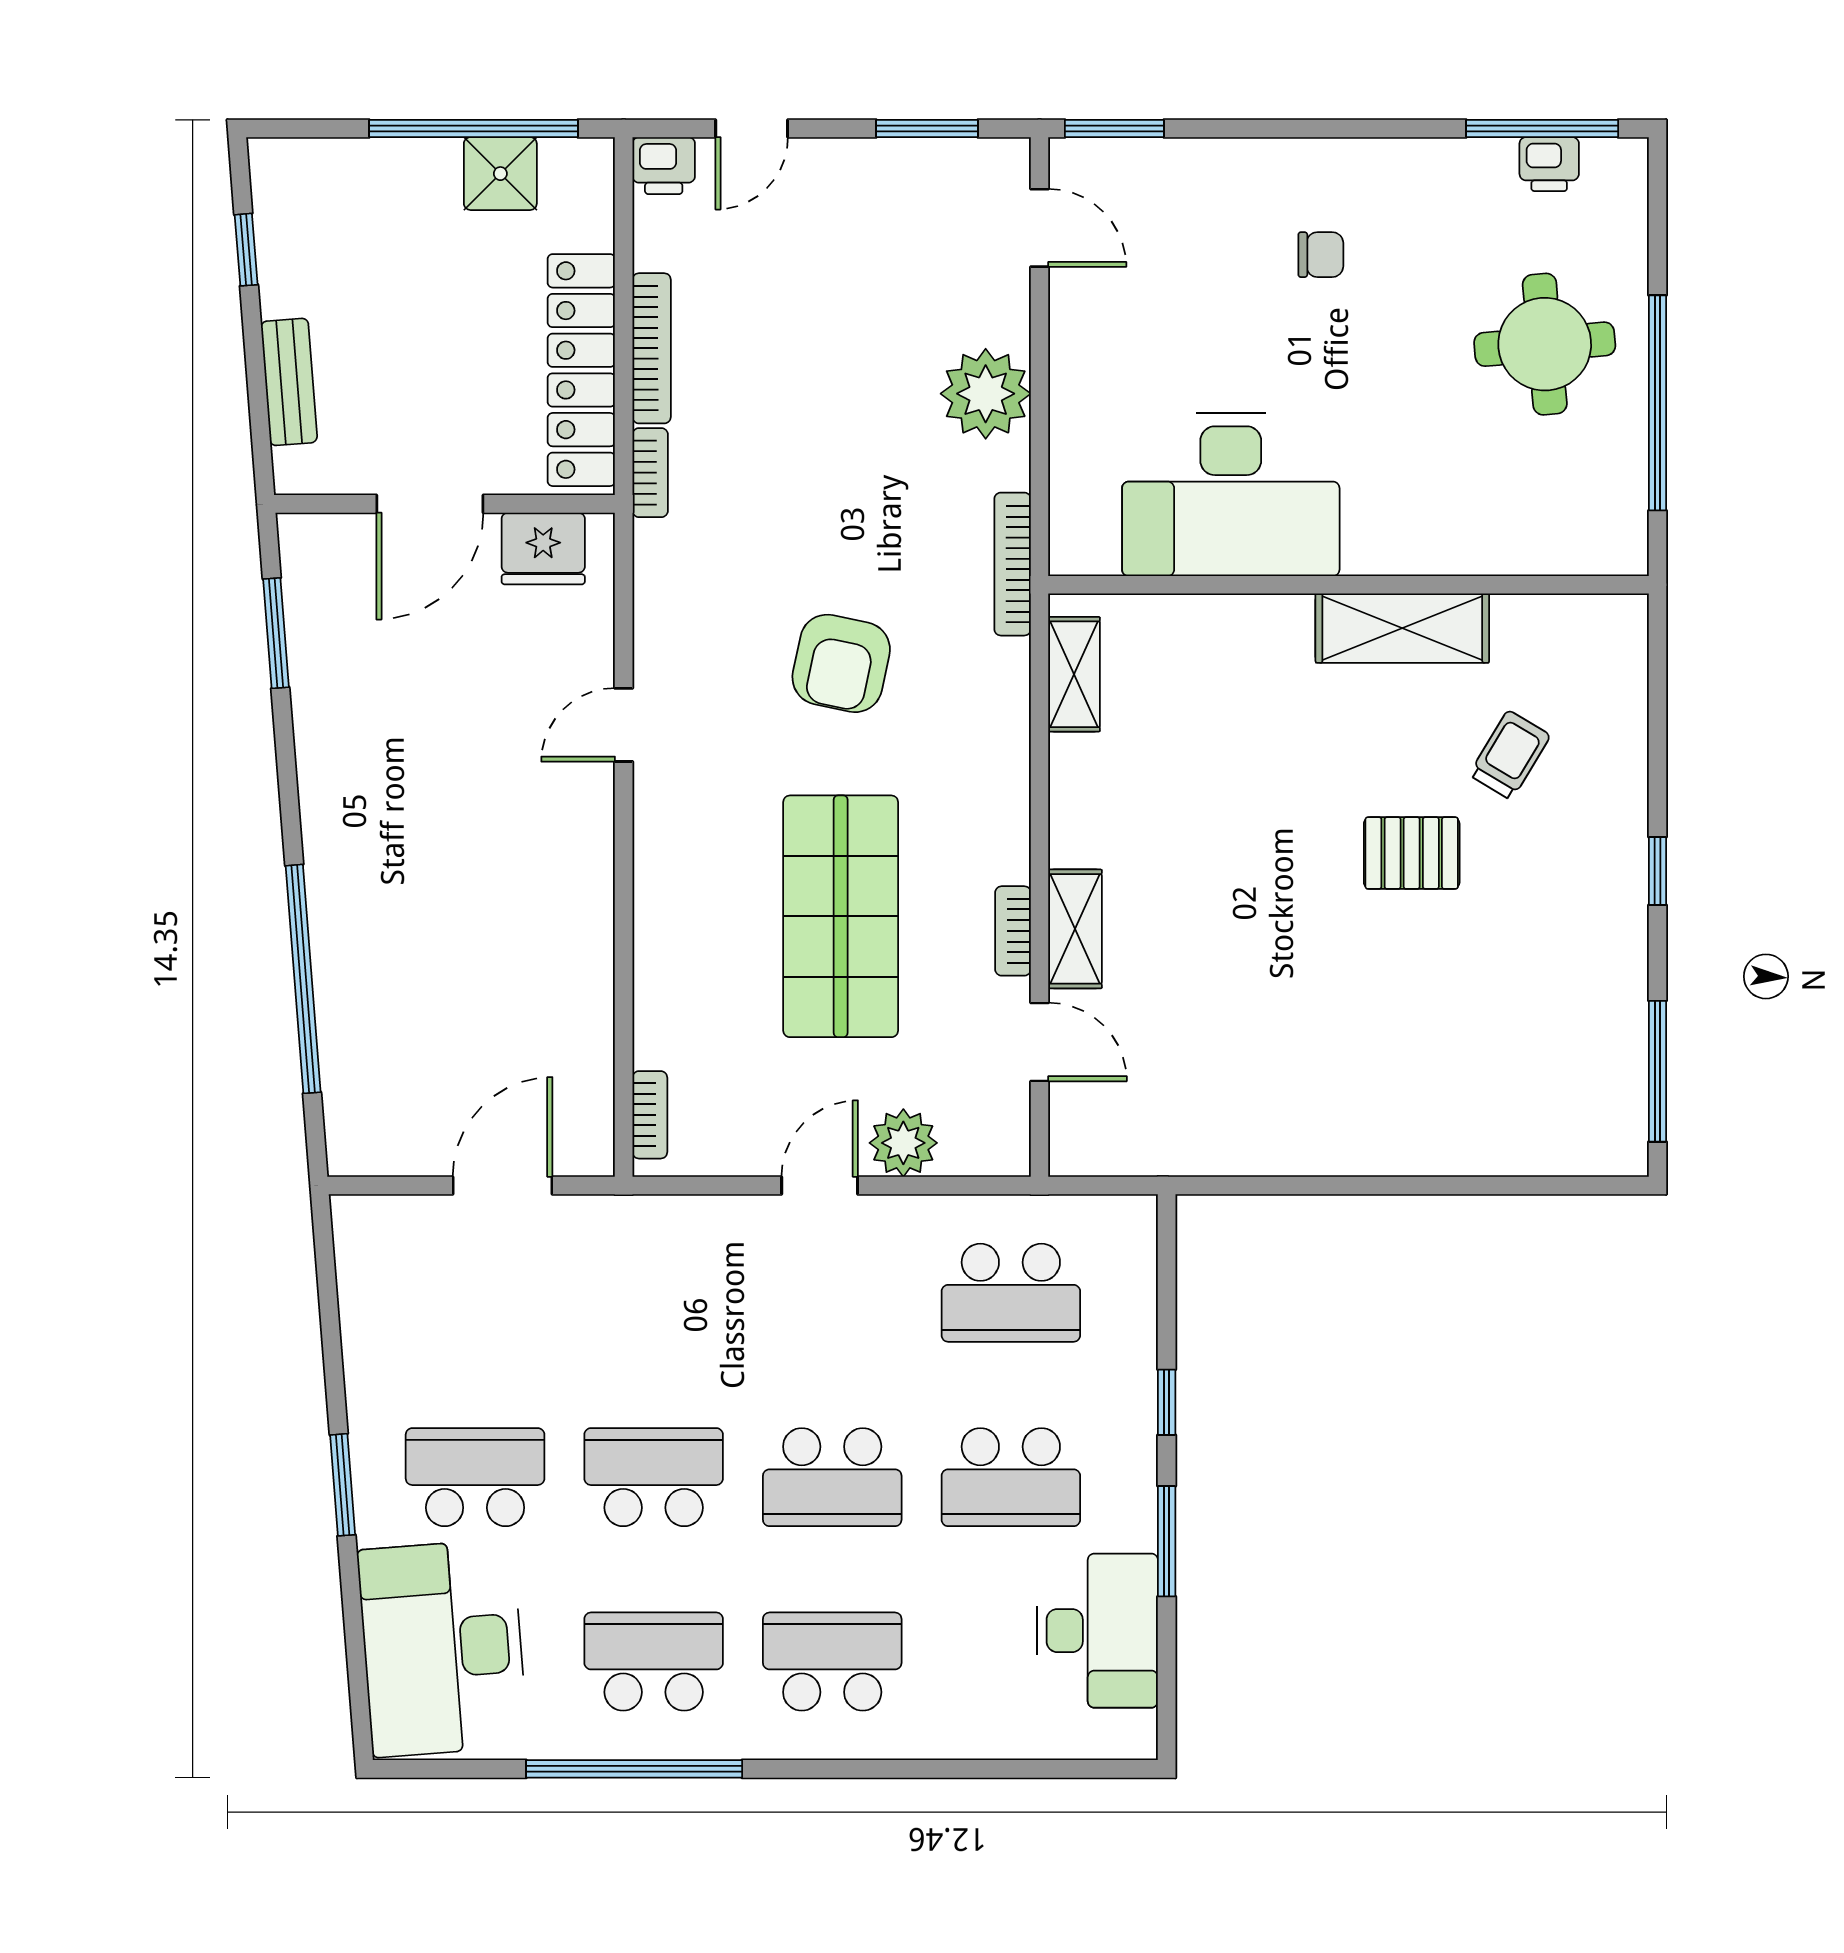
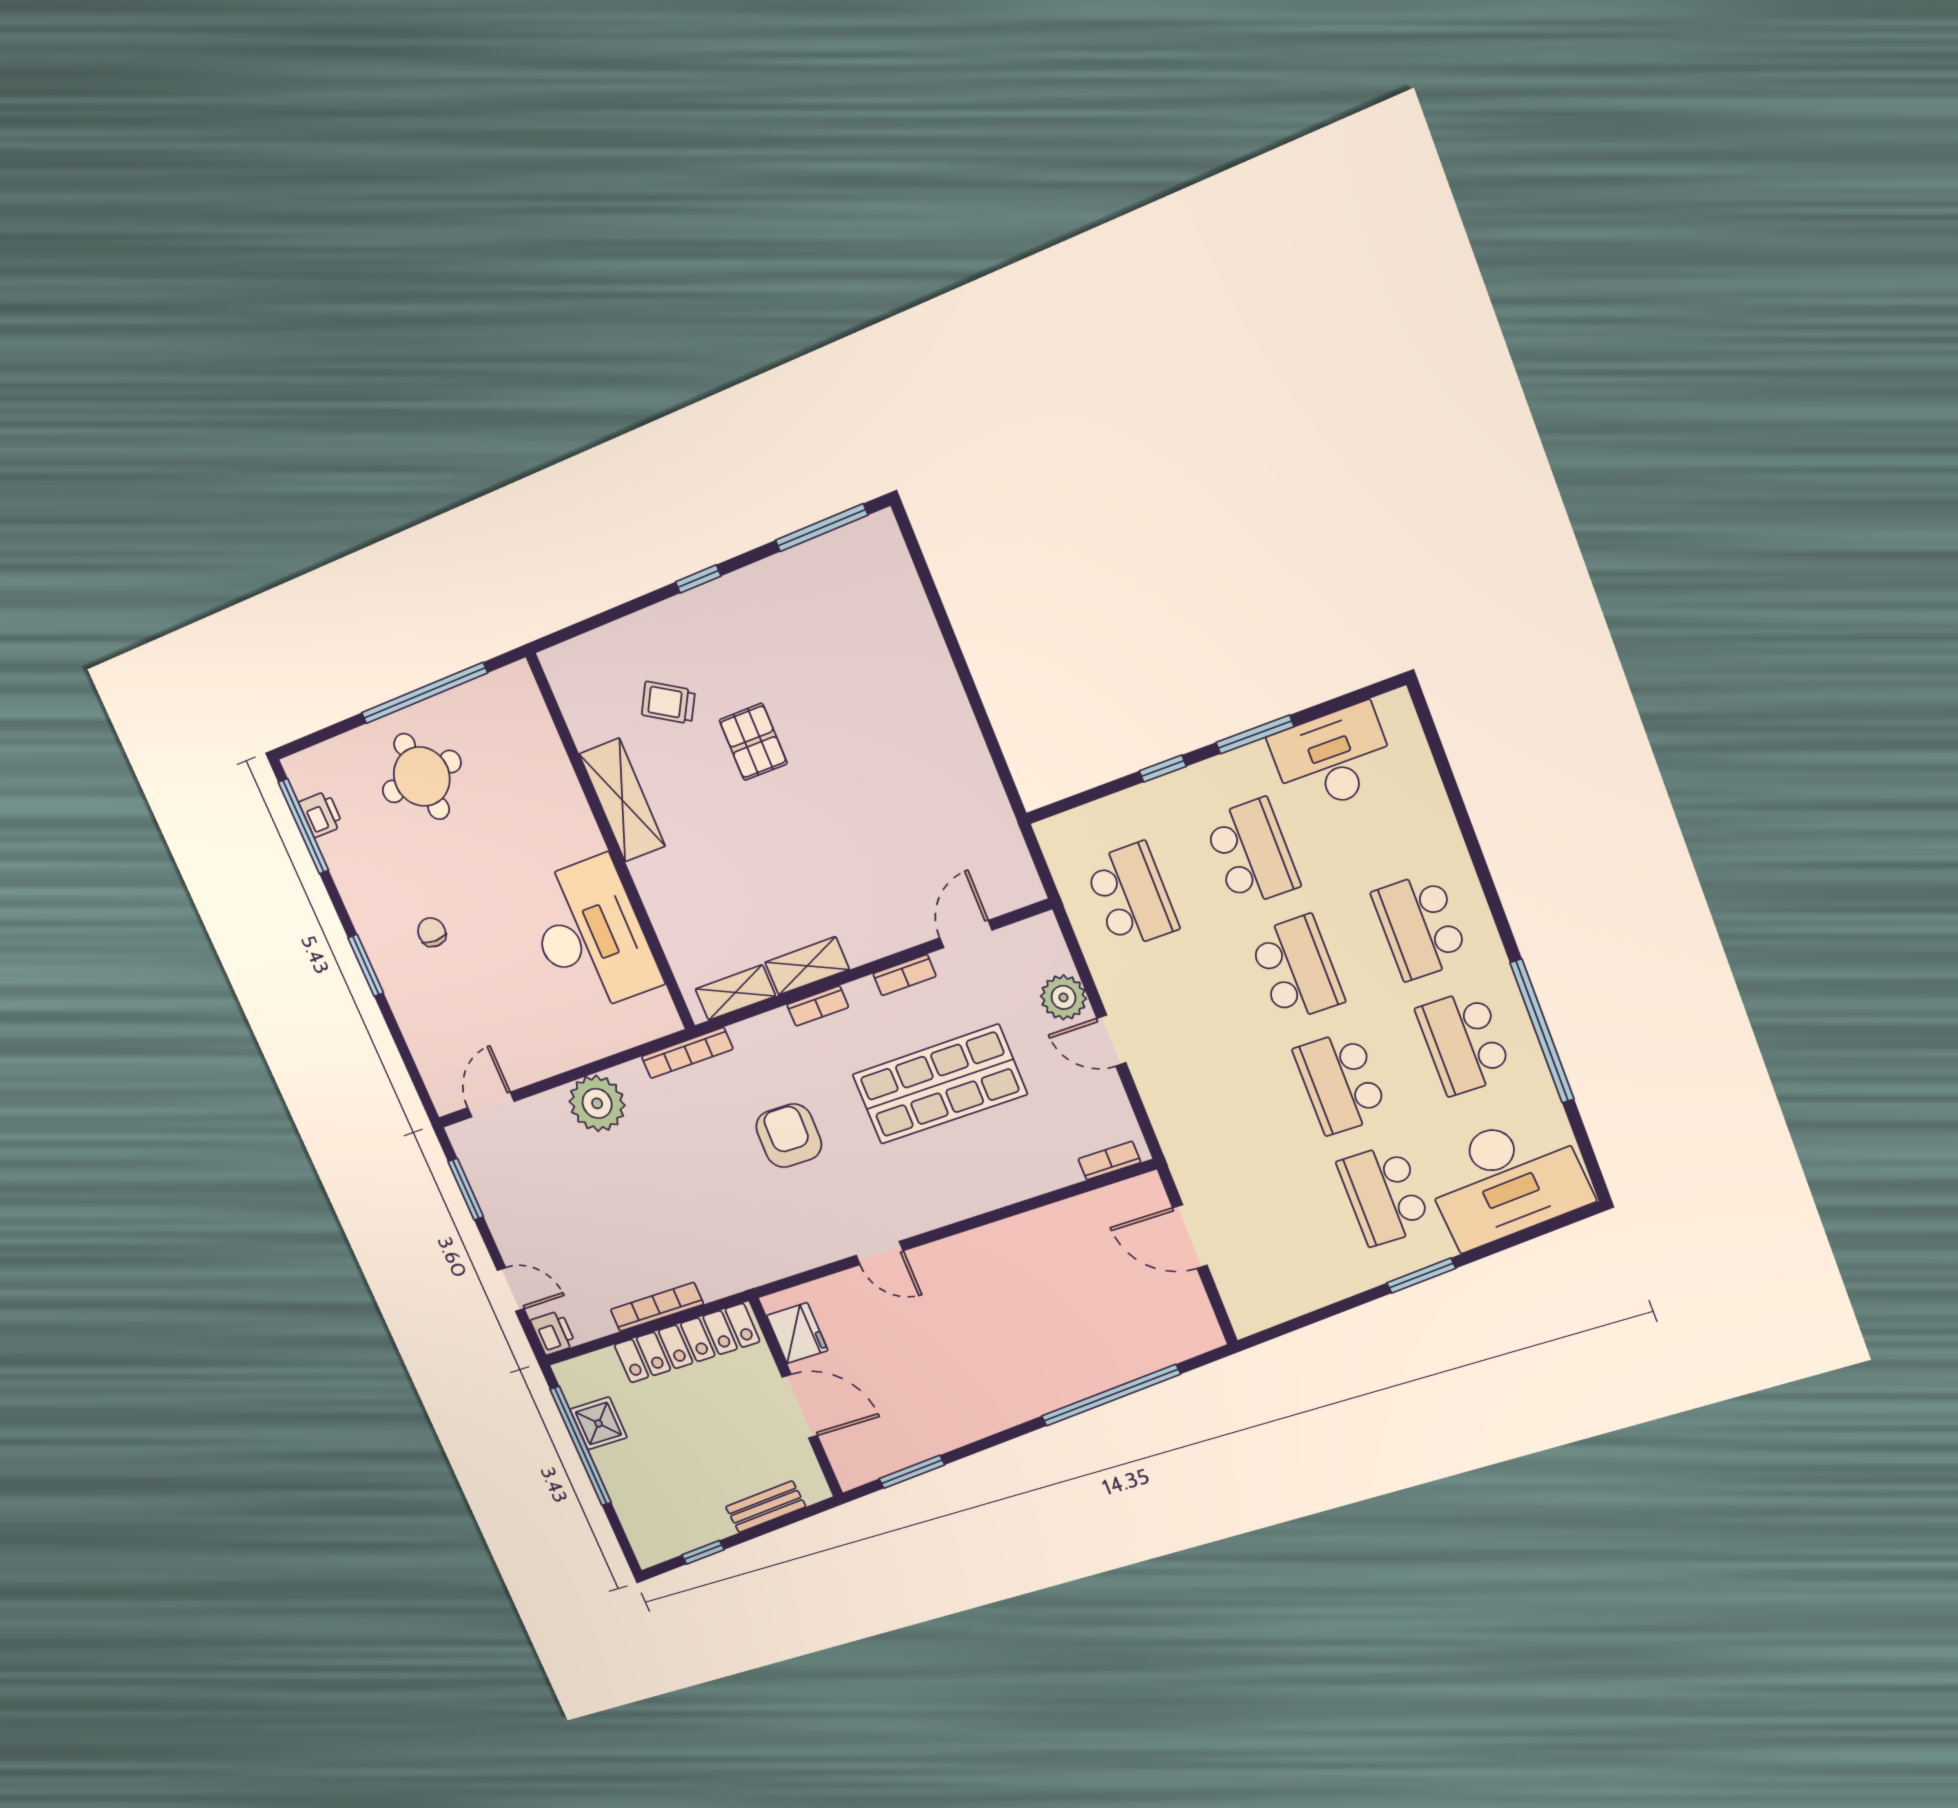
window: (1114, 128) -> (366, 965), moved
bookcase: (650, 473) -> (818, 1006), moved, turned 180
armchair: (841, 663) -> (789, 1136), turned -101
shelving: (1075, 929) -> (807, 966), moved

